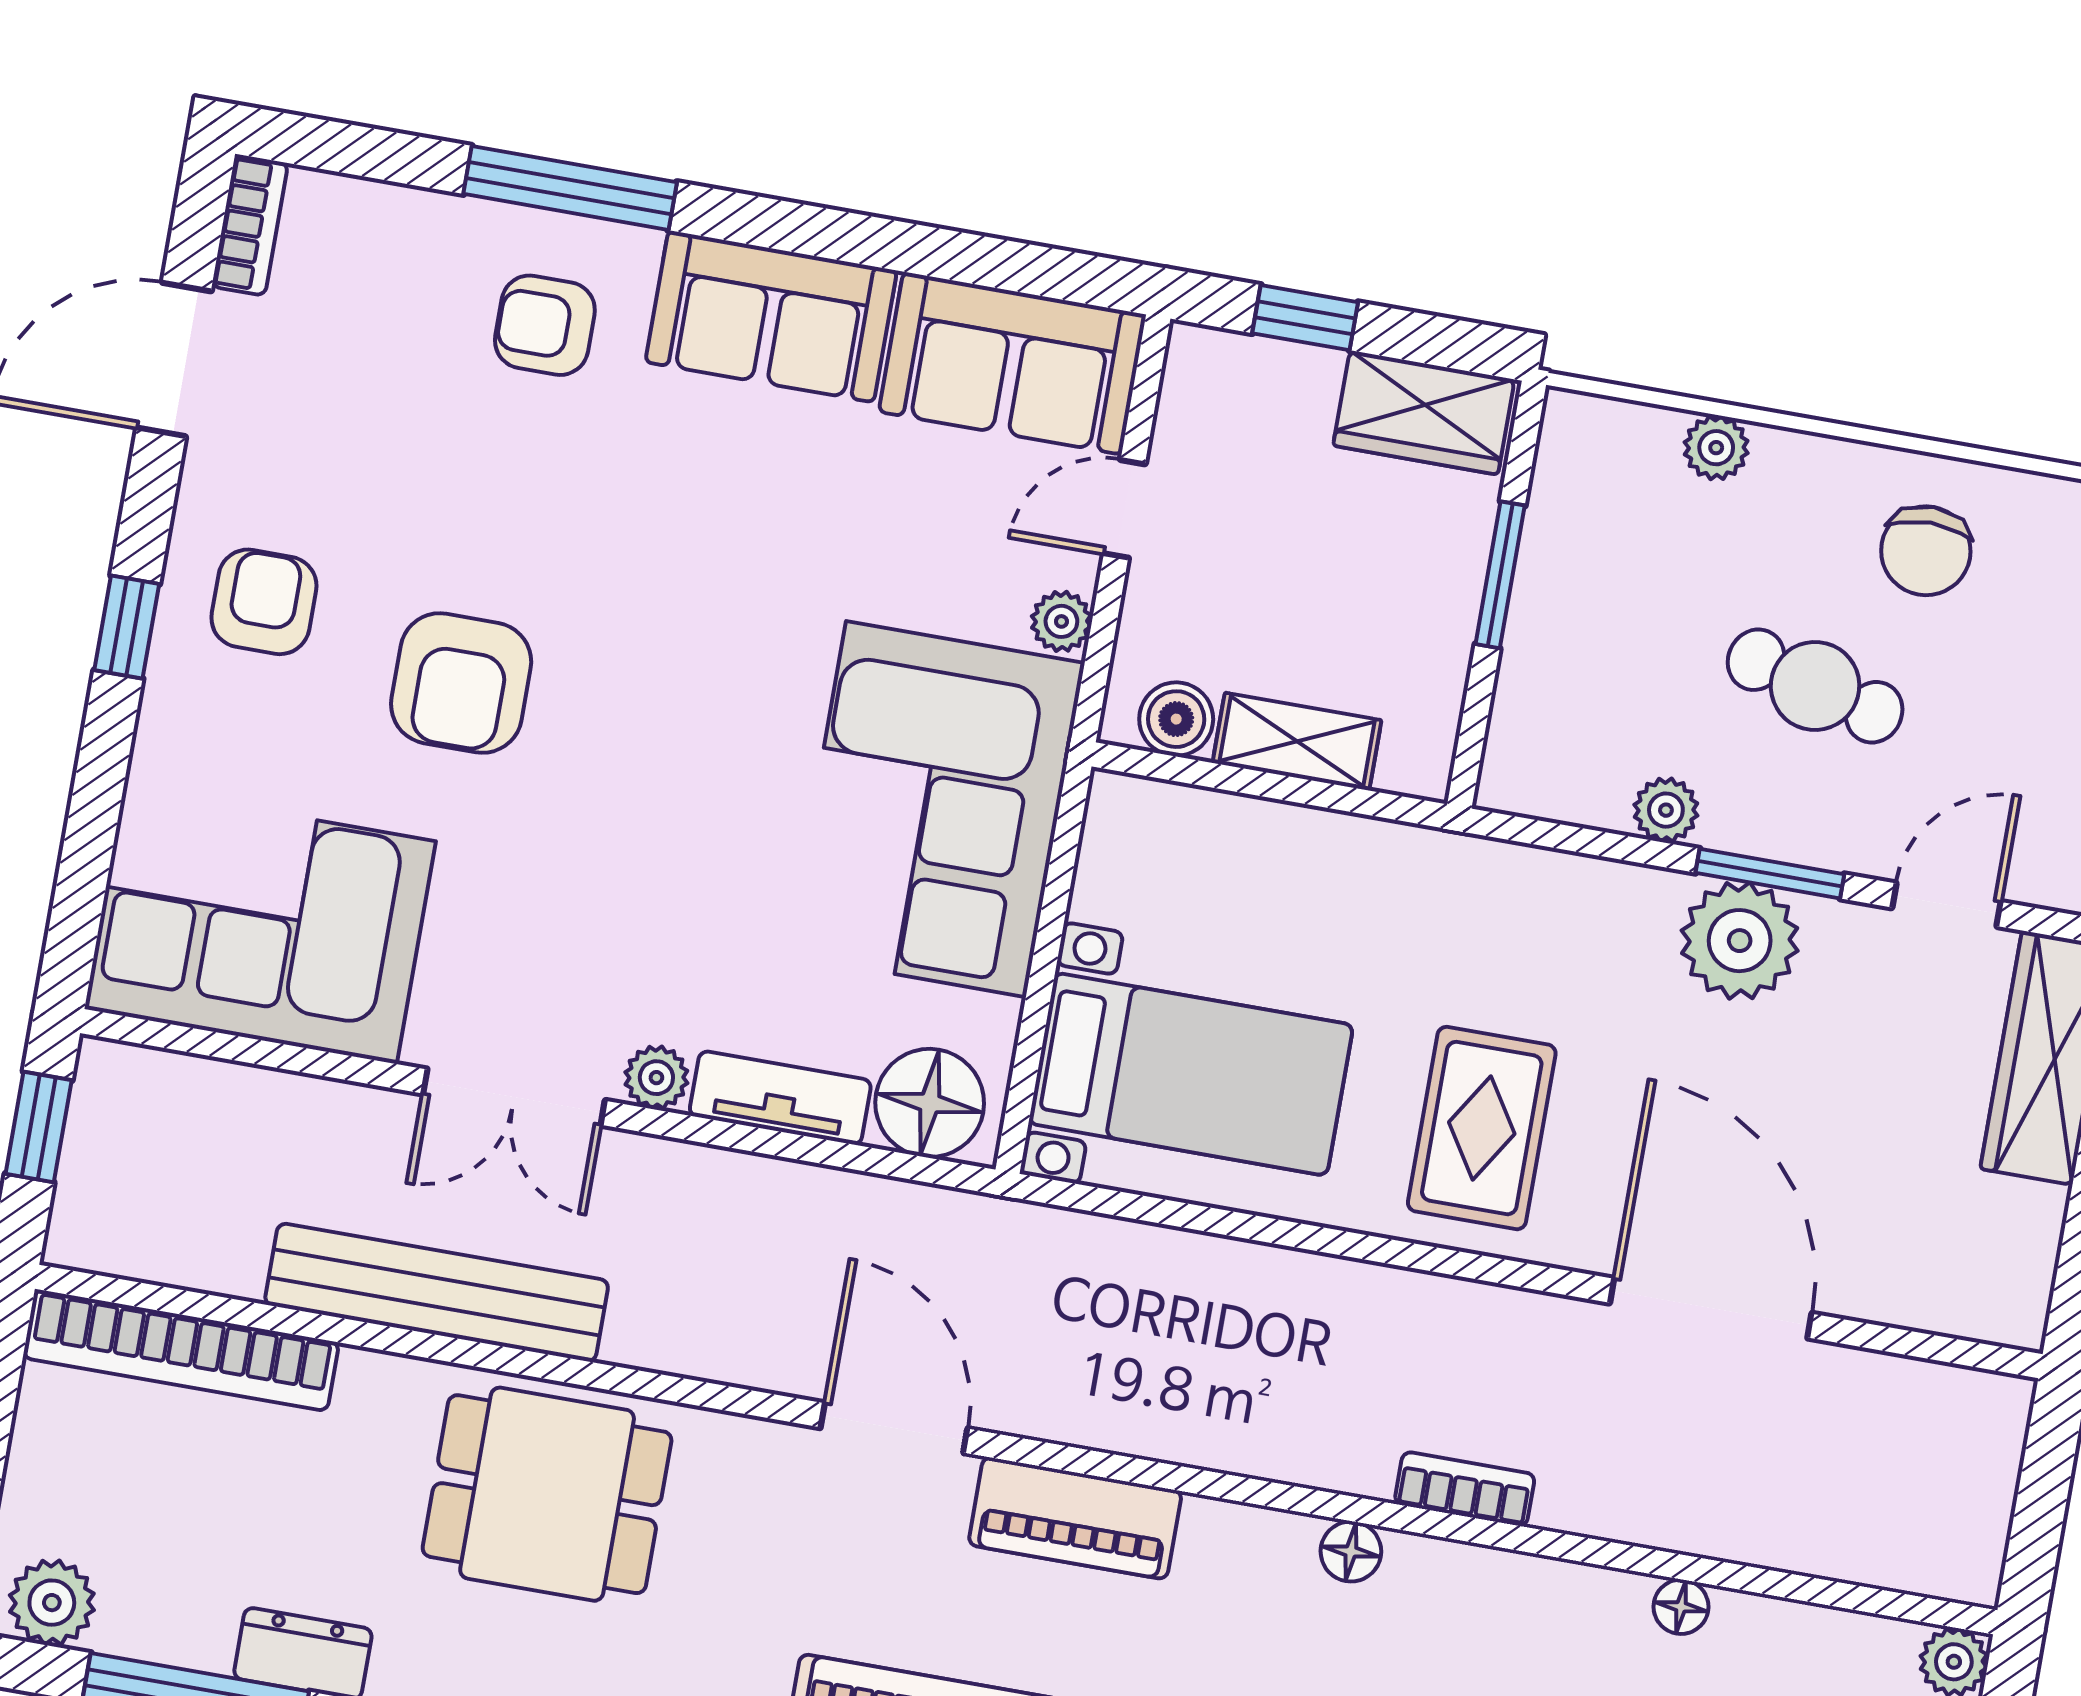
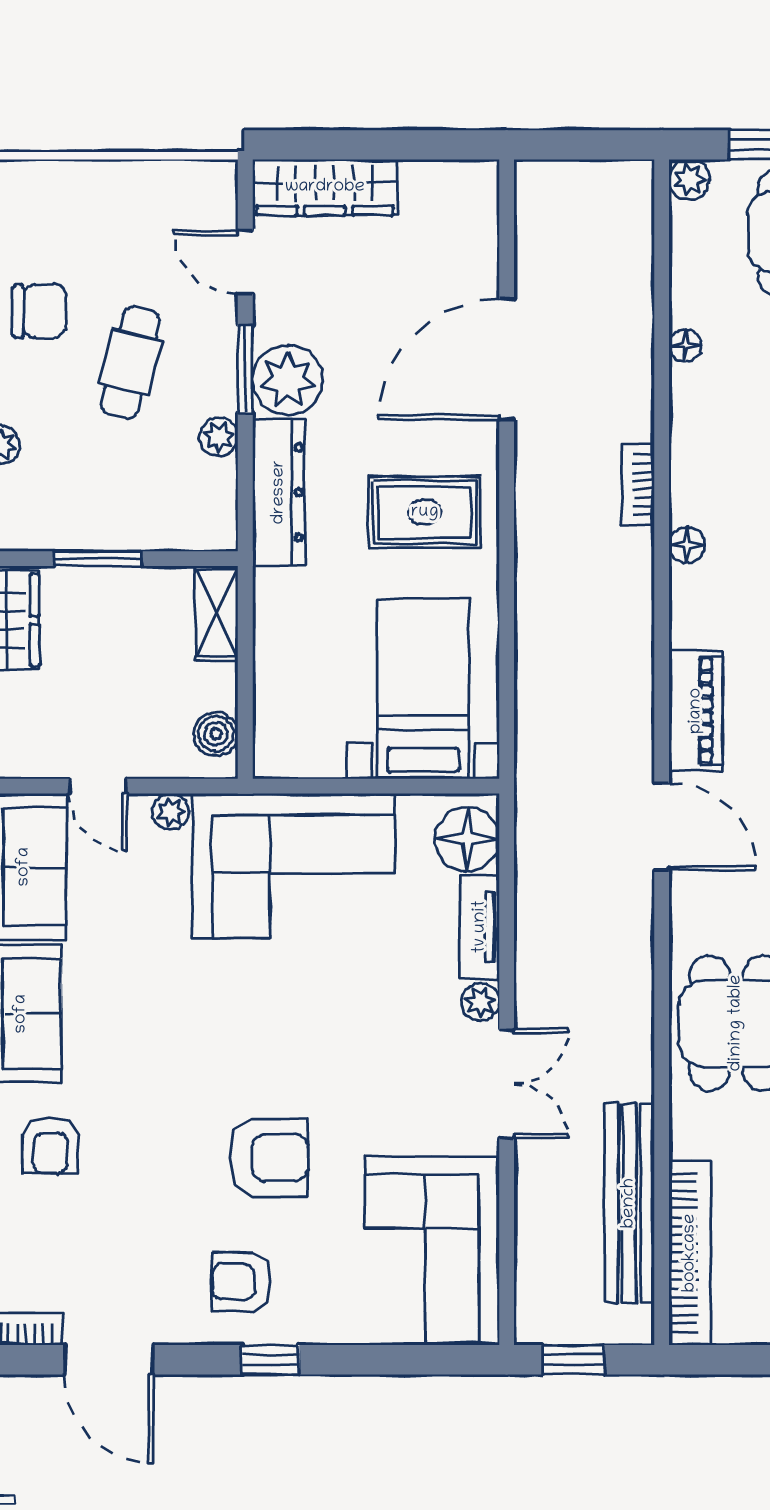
shelving: (1297, 741) -> (217, 613), moved
dresser: (1557, 893) -> (279, 492), added
bench: (437, 1292) -> (629, 1203), moved
door: (894, 1428) -> (662, 826), swing flipped

